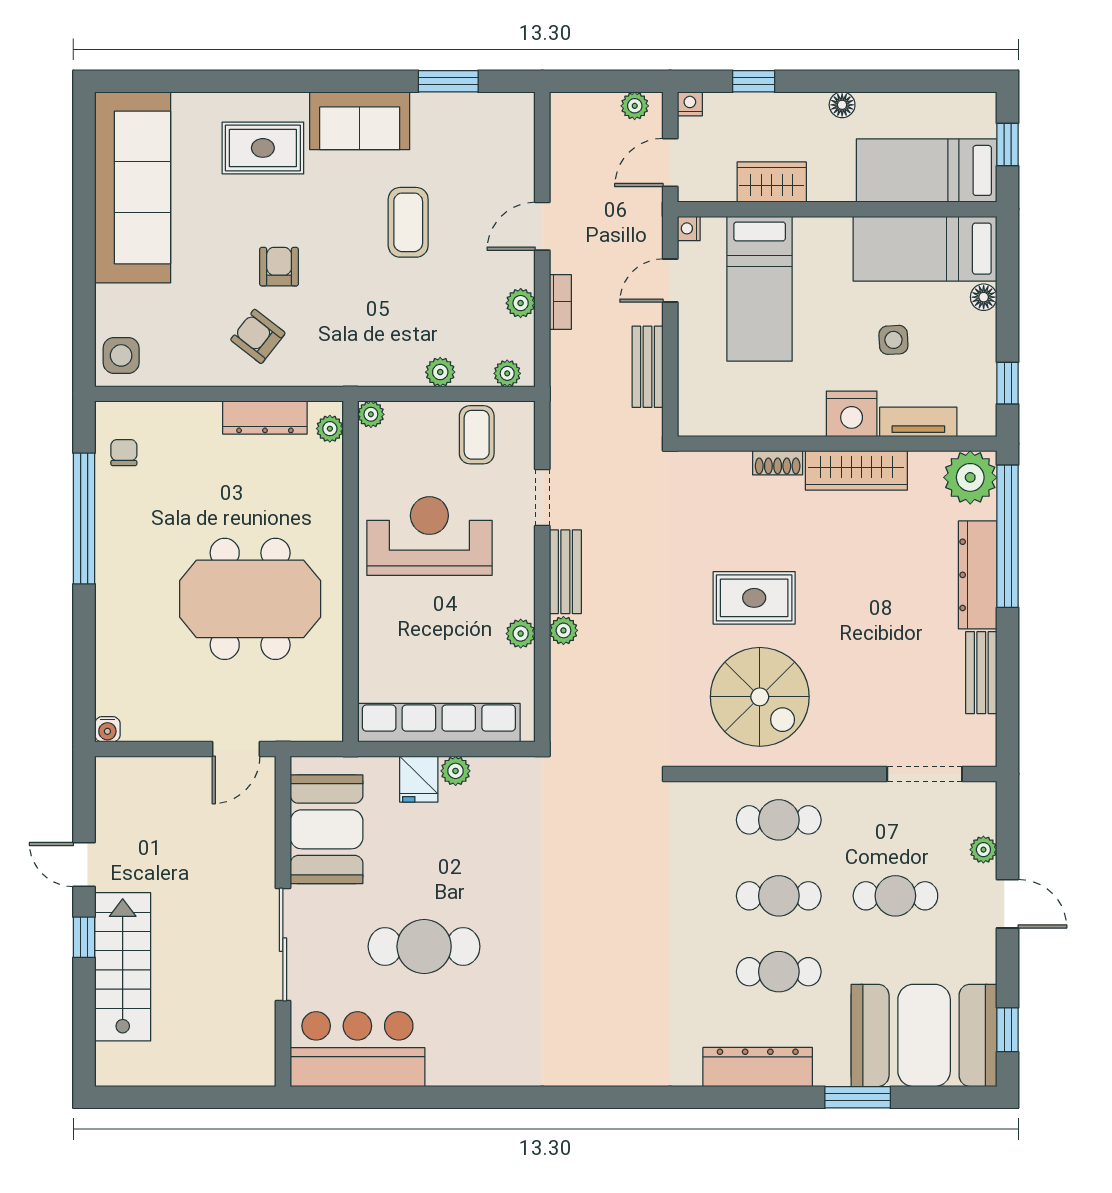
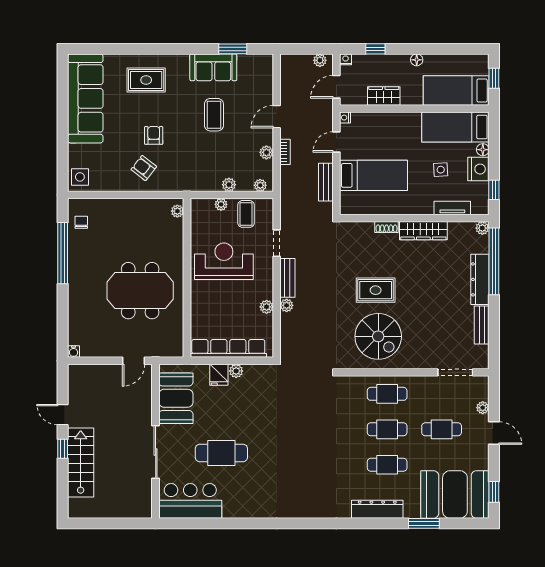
sofa: (360, 121) -> (213, 67), moved
bed: (760, 289) -> (373, 175), moved, turned -90
plant: (371, 414) -> (221, 204), moved
nightstand: (852, 414) -> (478, 169), moved, turned -90
dresser: (265, 418) -> (147, 206), removed
plant: (970, 477) -> (482, 228), width x0.53, depth x0.53

